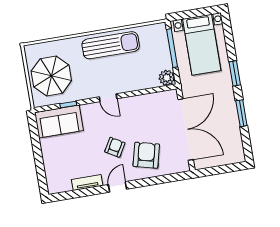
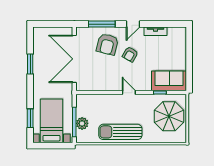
window: (235, 73) -> (30, 118), moved
plant: (167, 78) -> (82, 123), moved
window: (158, 180) -> (102, 24), added

